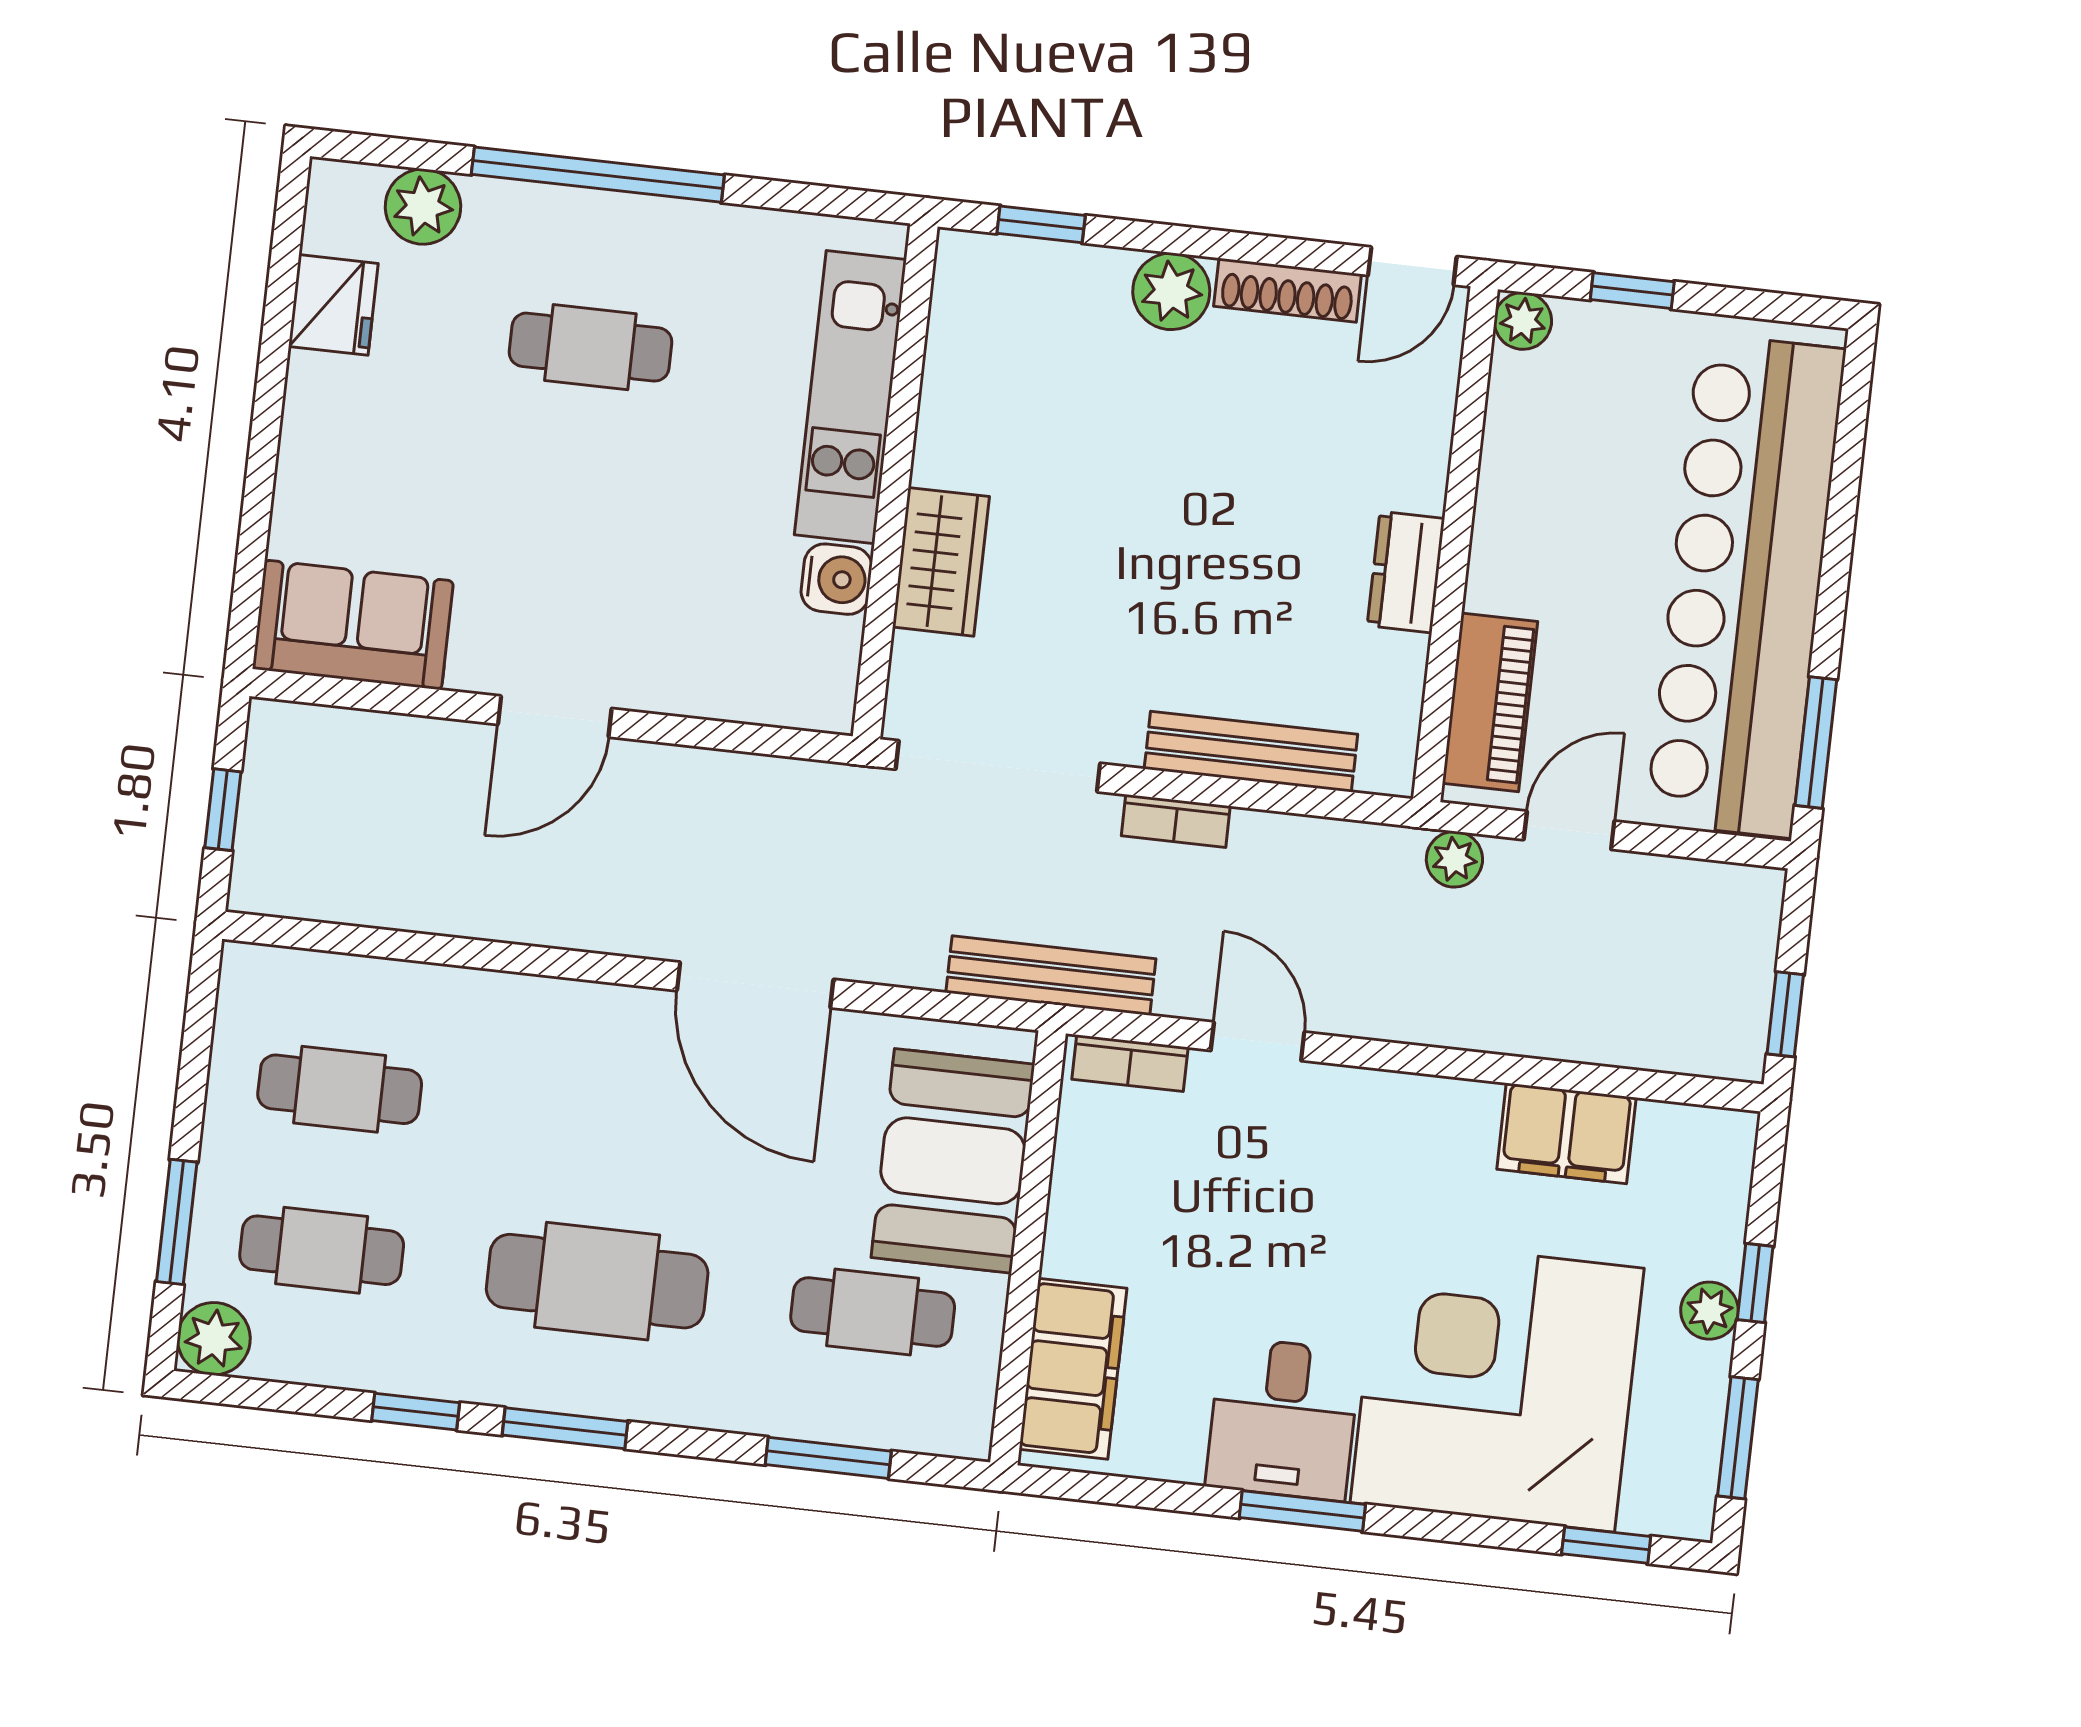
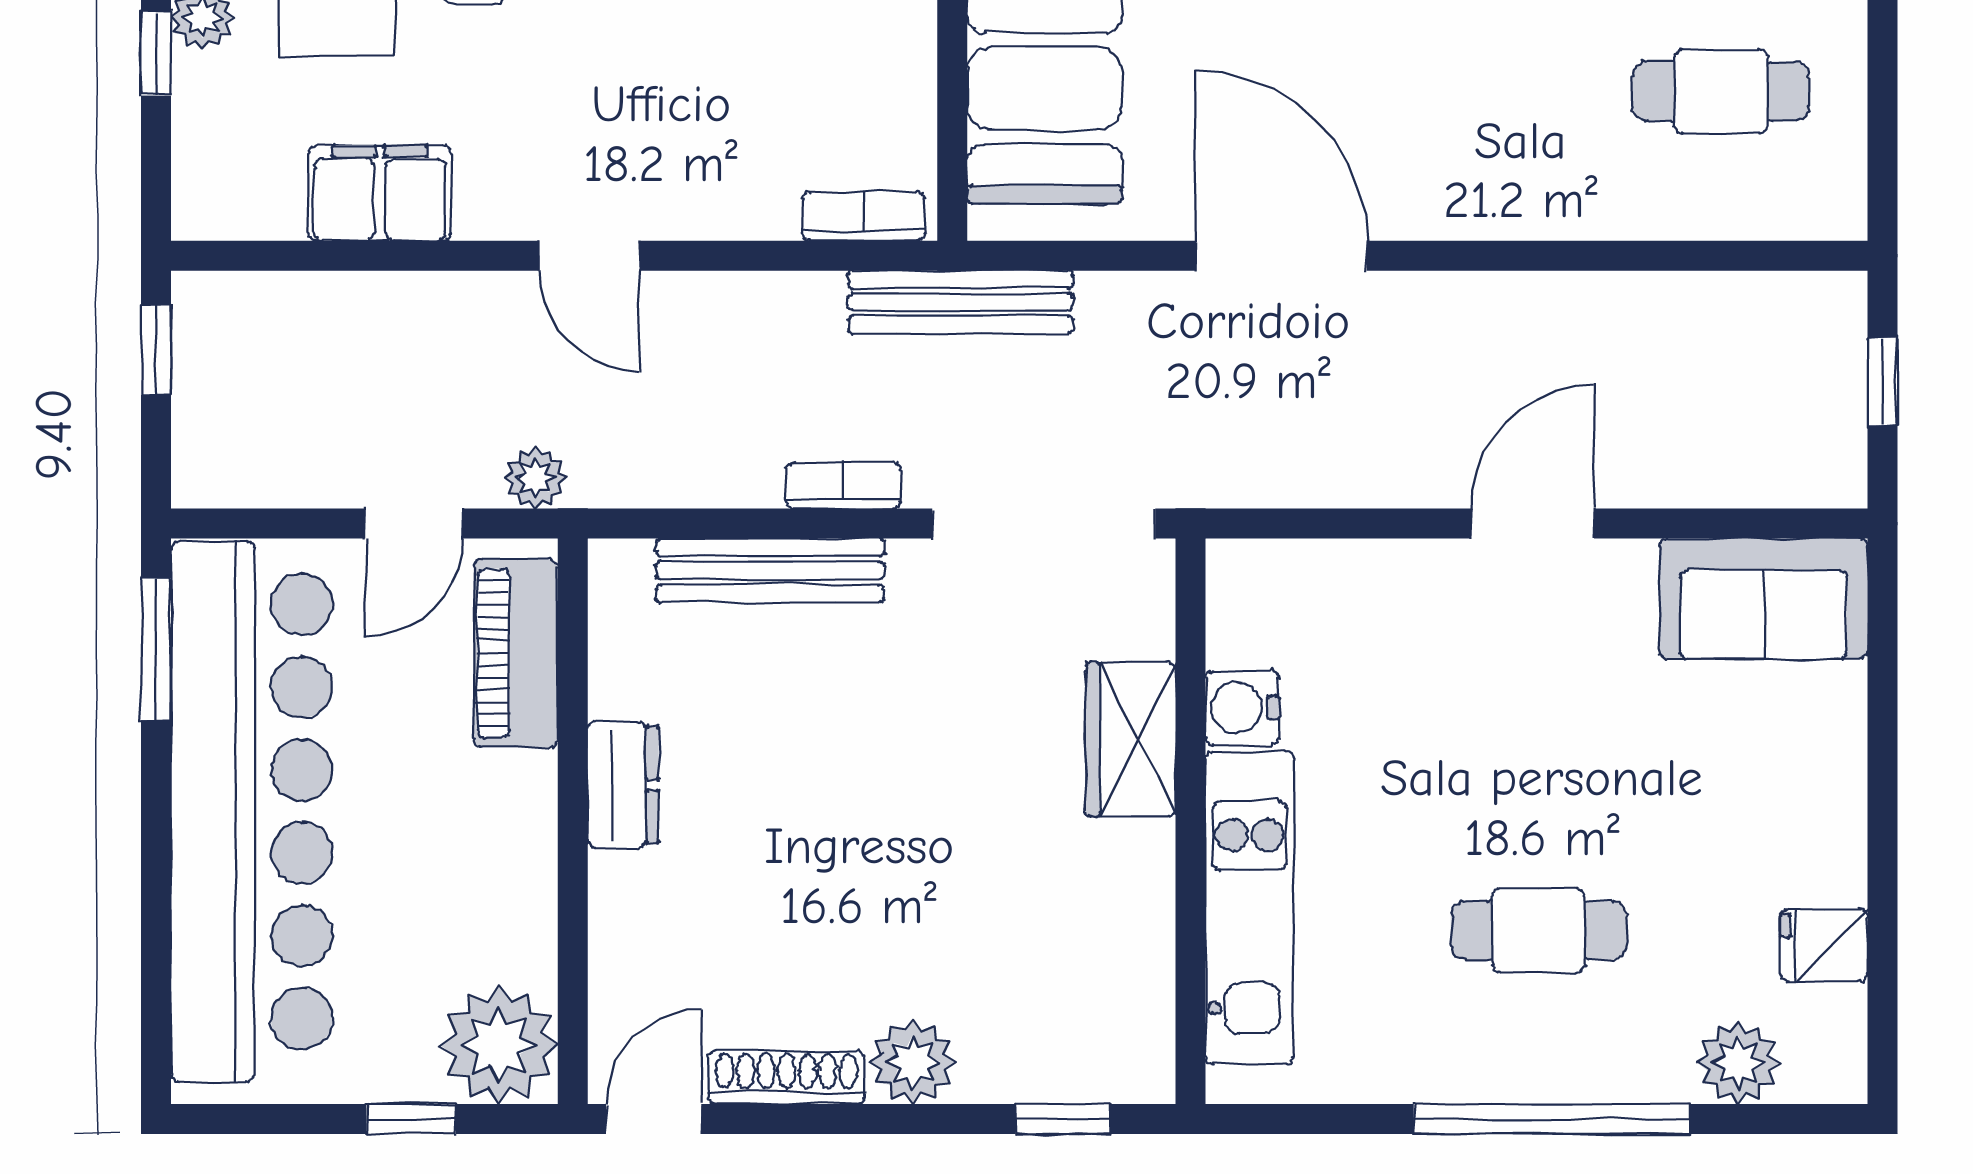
fridge: (333, 305) -> (1824, 945), width x0.72
plant: (1523, 321) -> (499, 1045), width x1.87, depth x1.87
door: (1258, 1041) -> (590, 256), moved

